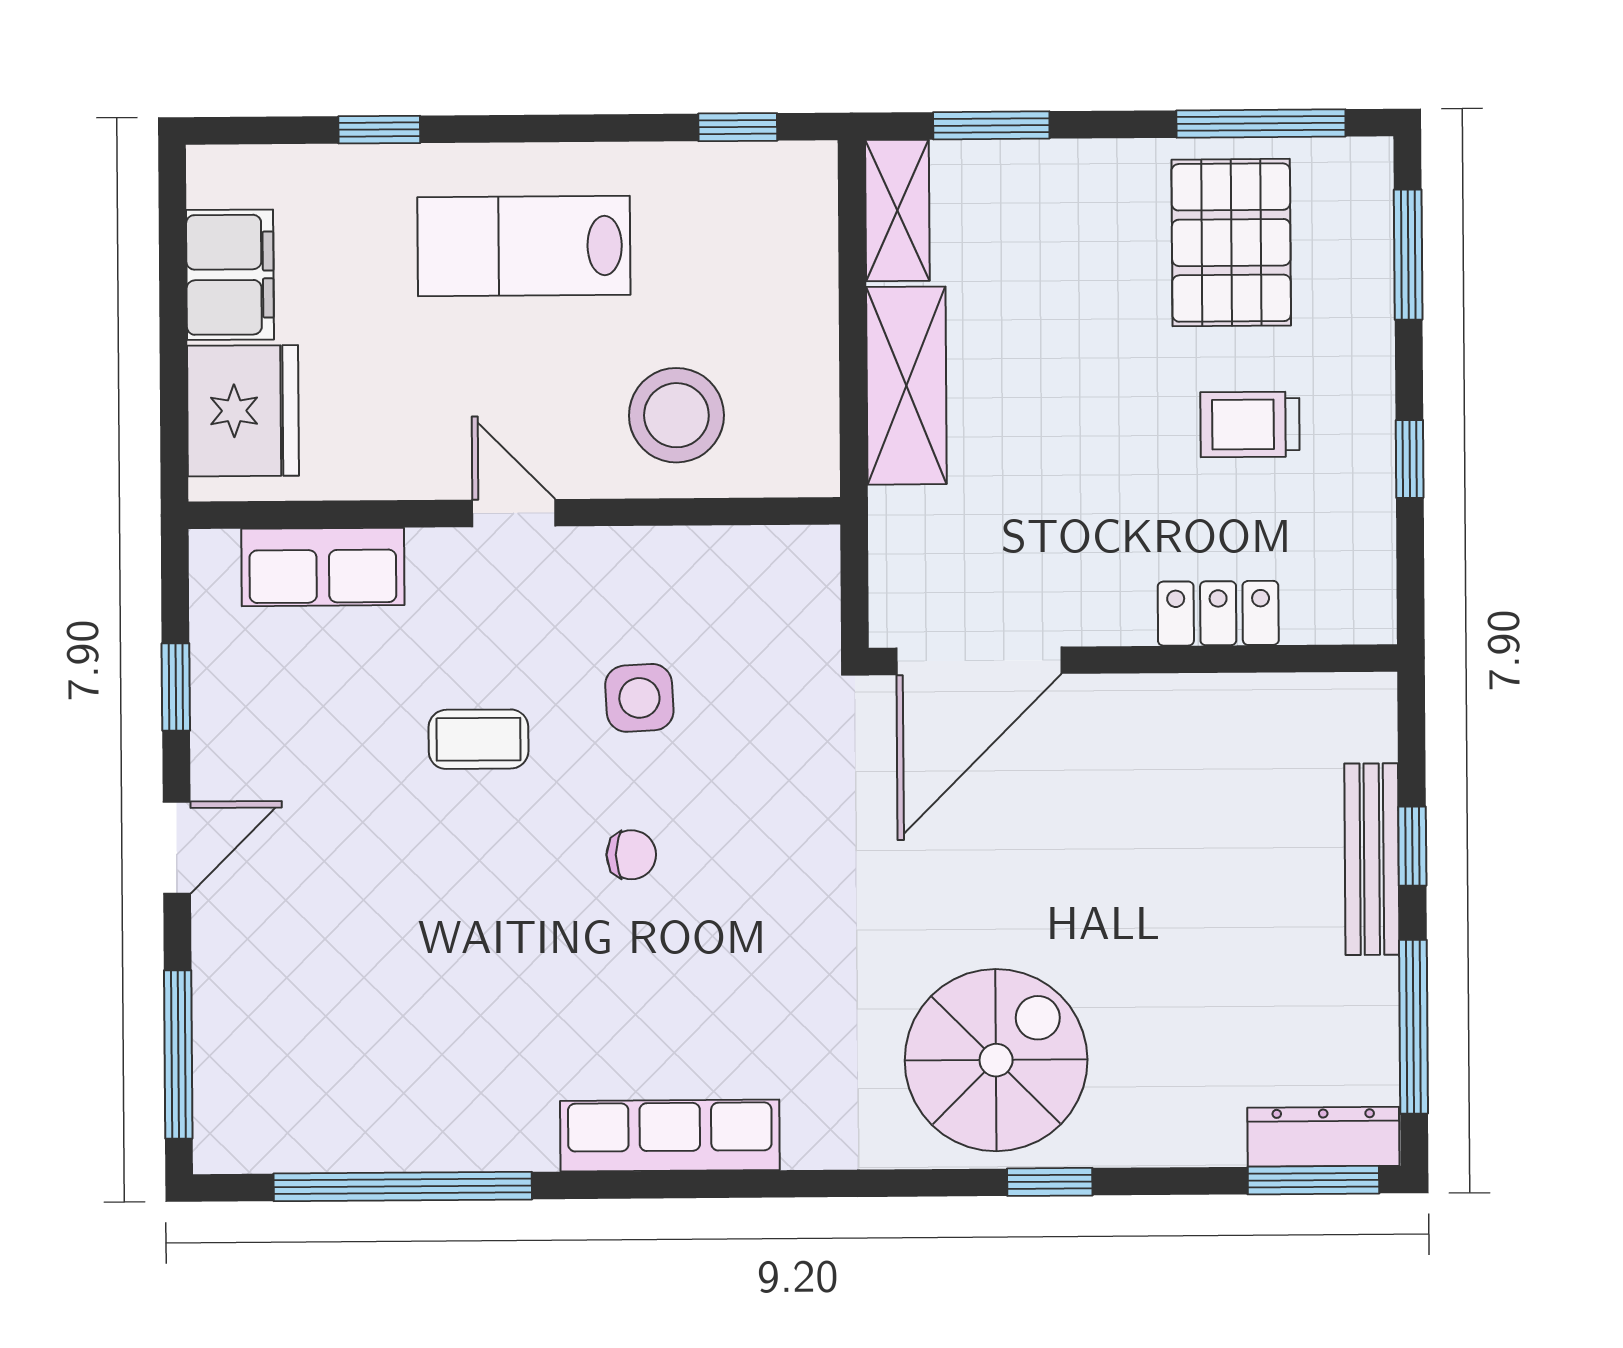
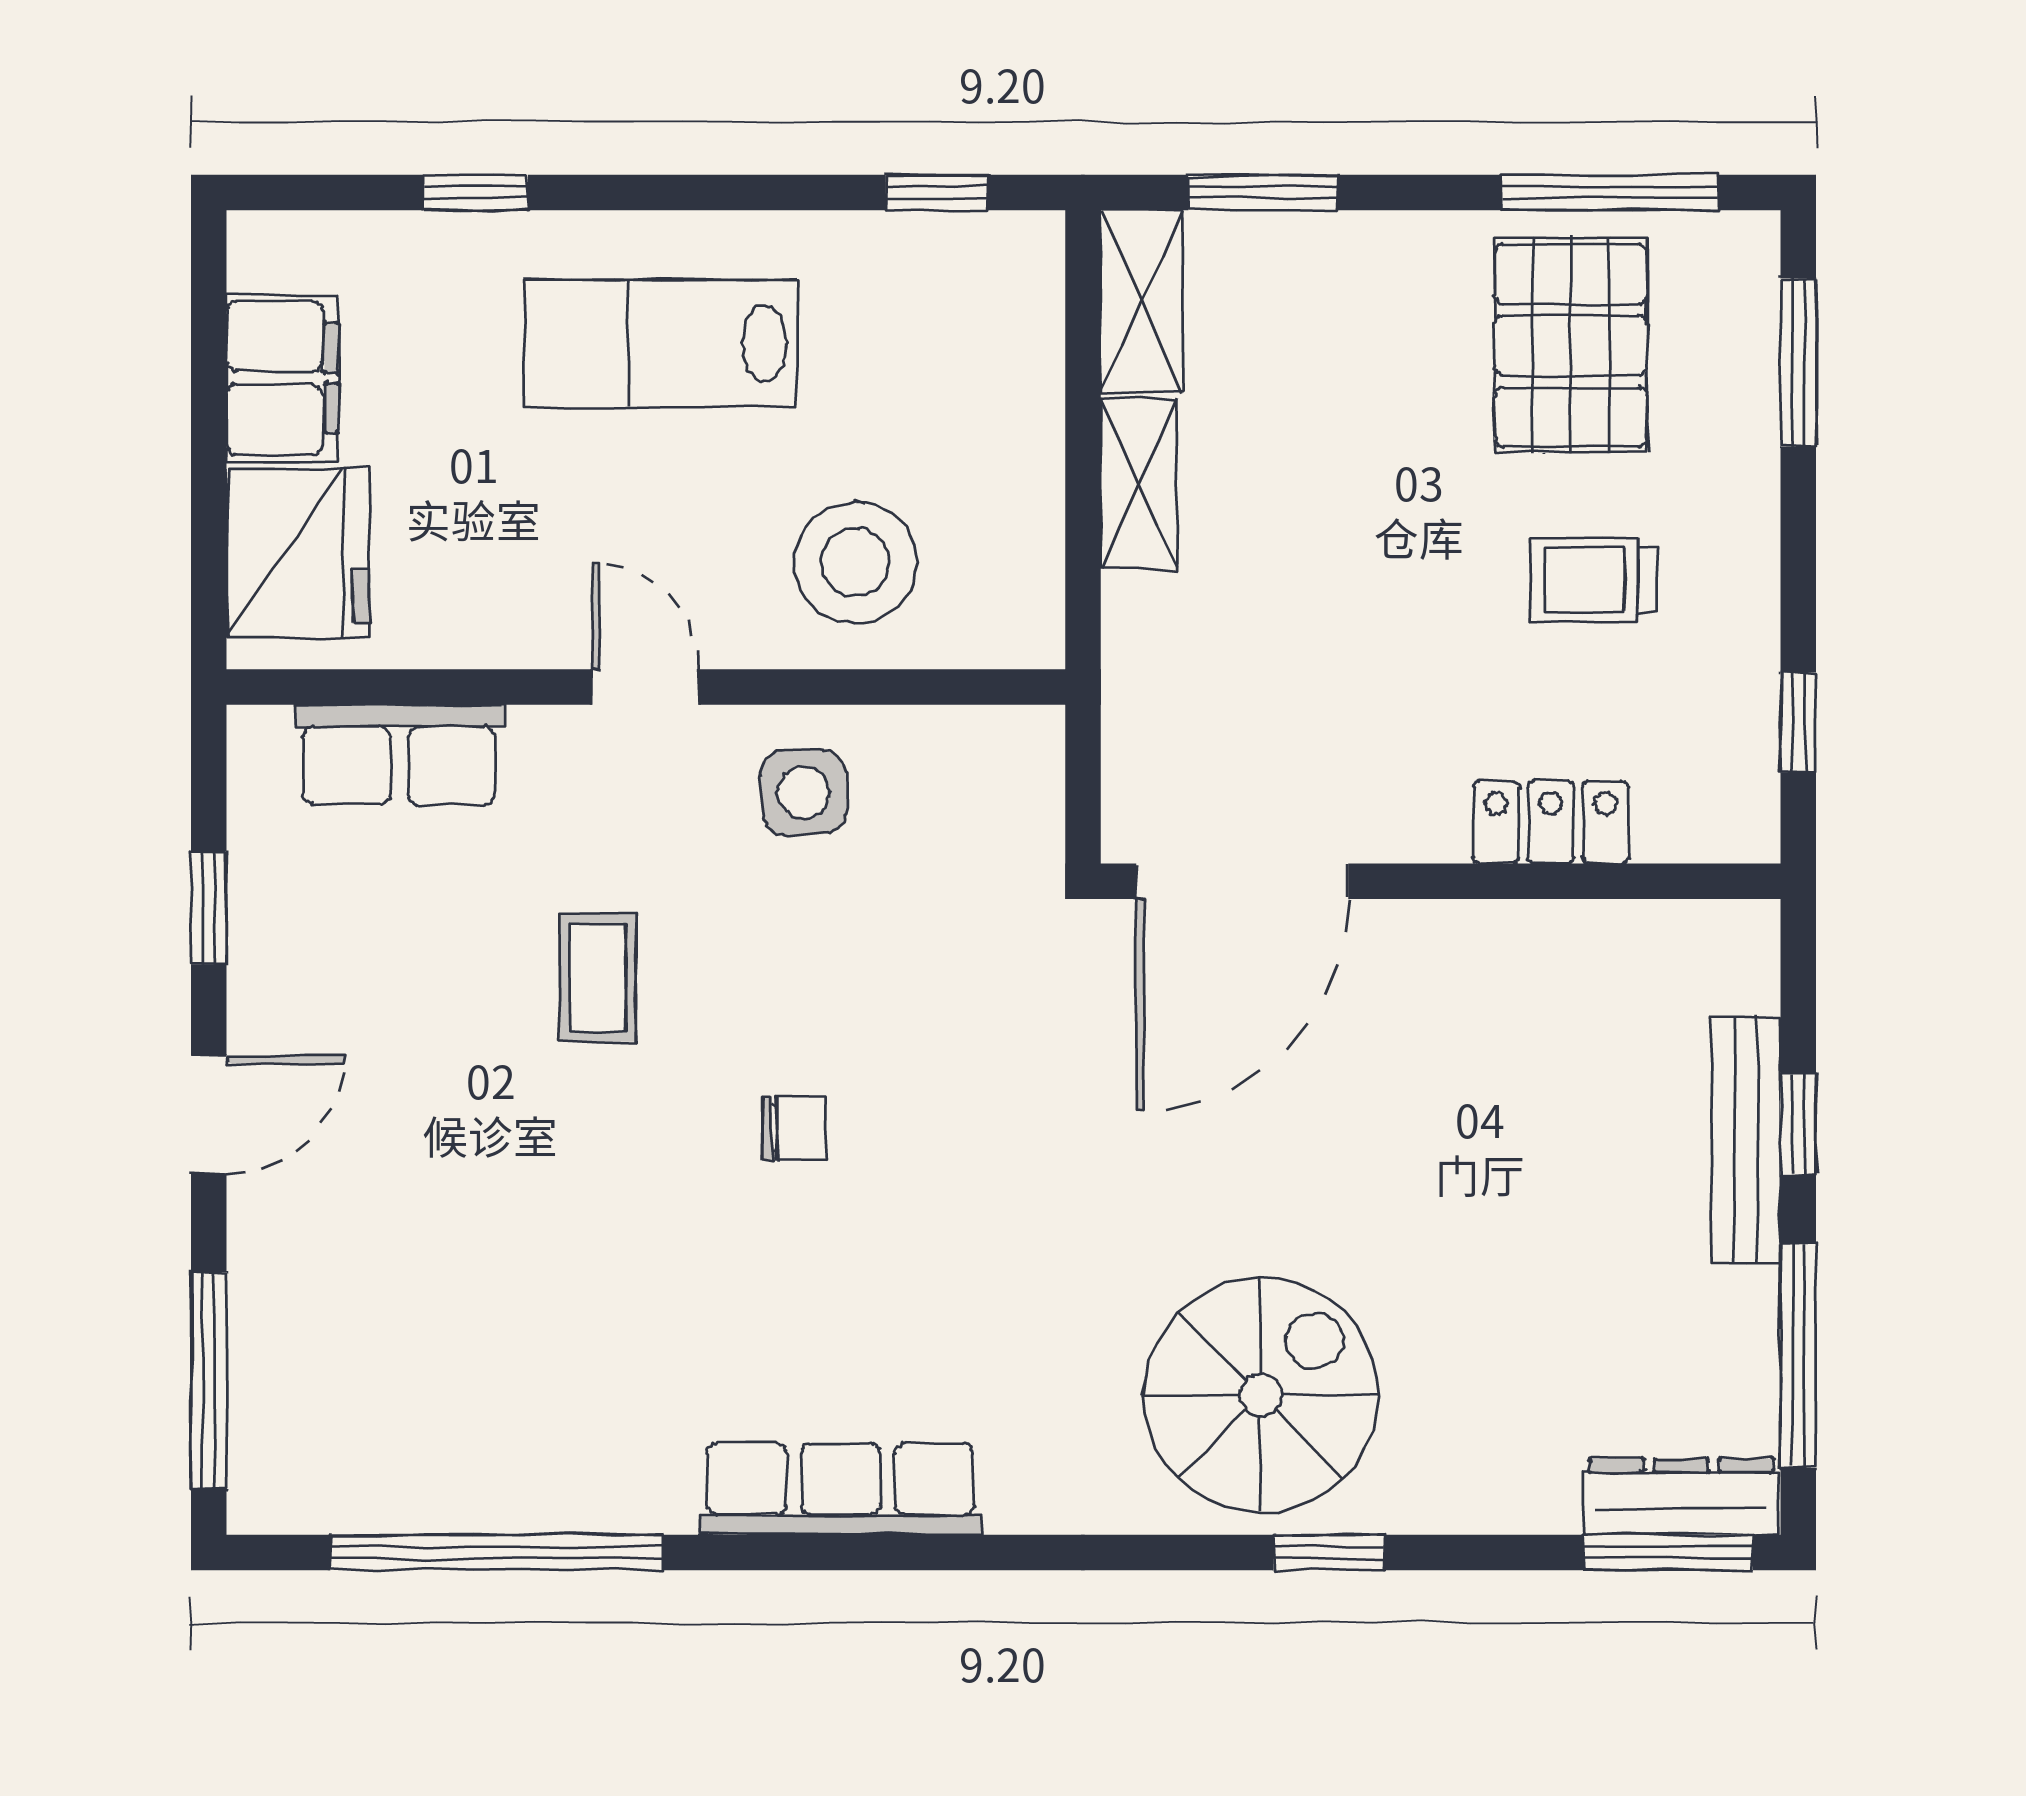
shelving: (906, 386) -> (1139, 484), width x0.67, depth x0.75
window: (1410, 459) -> (1798, 722), moved
side table: (639, 698) -> (804, 792), moved
coffee table: (478, 739) -> (598, 978), turned 90

